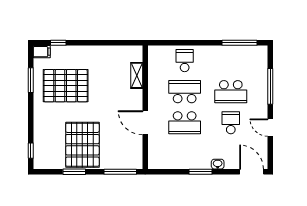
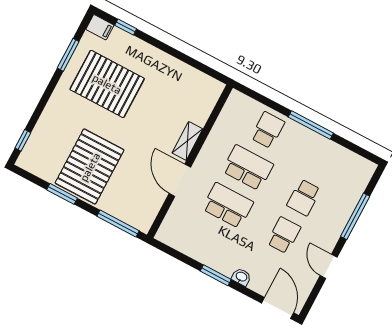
window: (239, 43) -> (311, 125), moved
shelving: (137, 75) -> (187, 141), moved
school desk: (231, 92) -> (304, 197), width x0.54
school desk: (185, 123) -> (228, 206), turned 180

